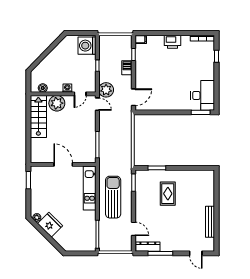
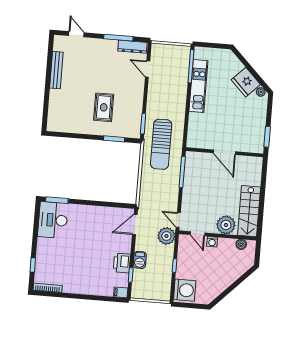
printer: (172, 42) -> (122, 263), moved, turned -90
door: (80, 94) -> (198, 234), swing flipped
kitchen unit: (90, 188) -> (198, 86), moved
sun lounger: (113, 197) -> (161, 144), moved

